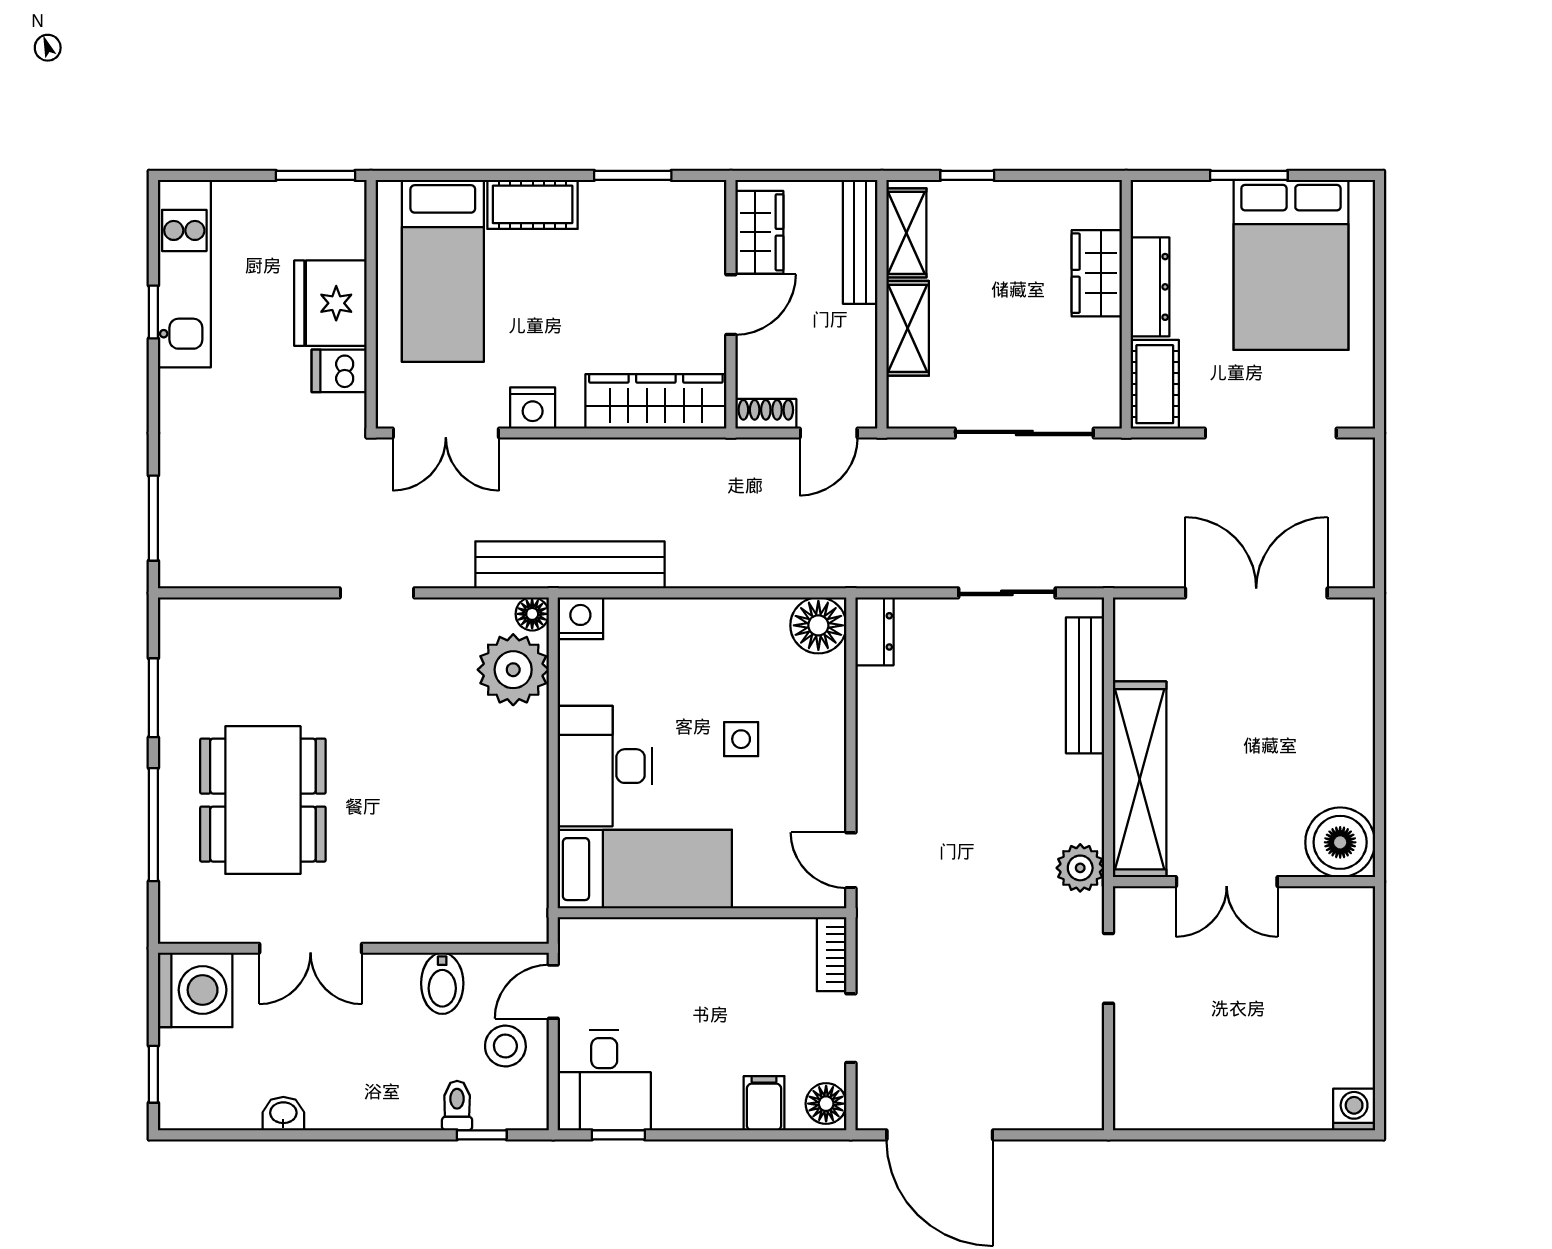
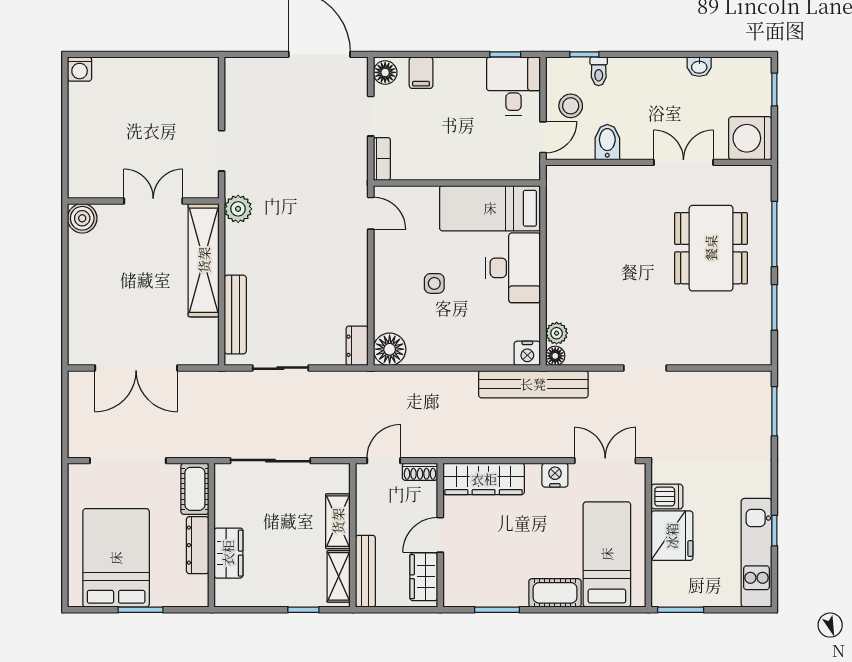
plant: (513, 670) -> (557, 333), width x0.53, depth x0.53
boiler: (1340, 842) -> (82, 218), width x0.73, depth x0.73

